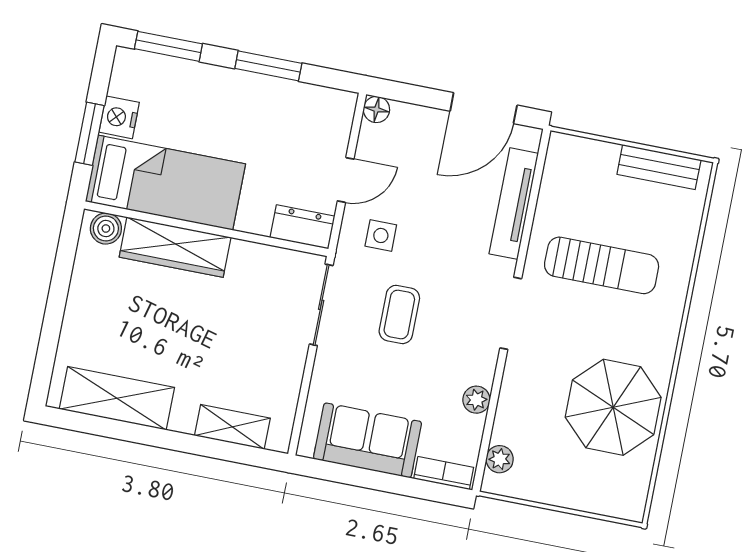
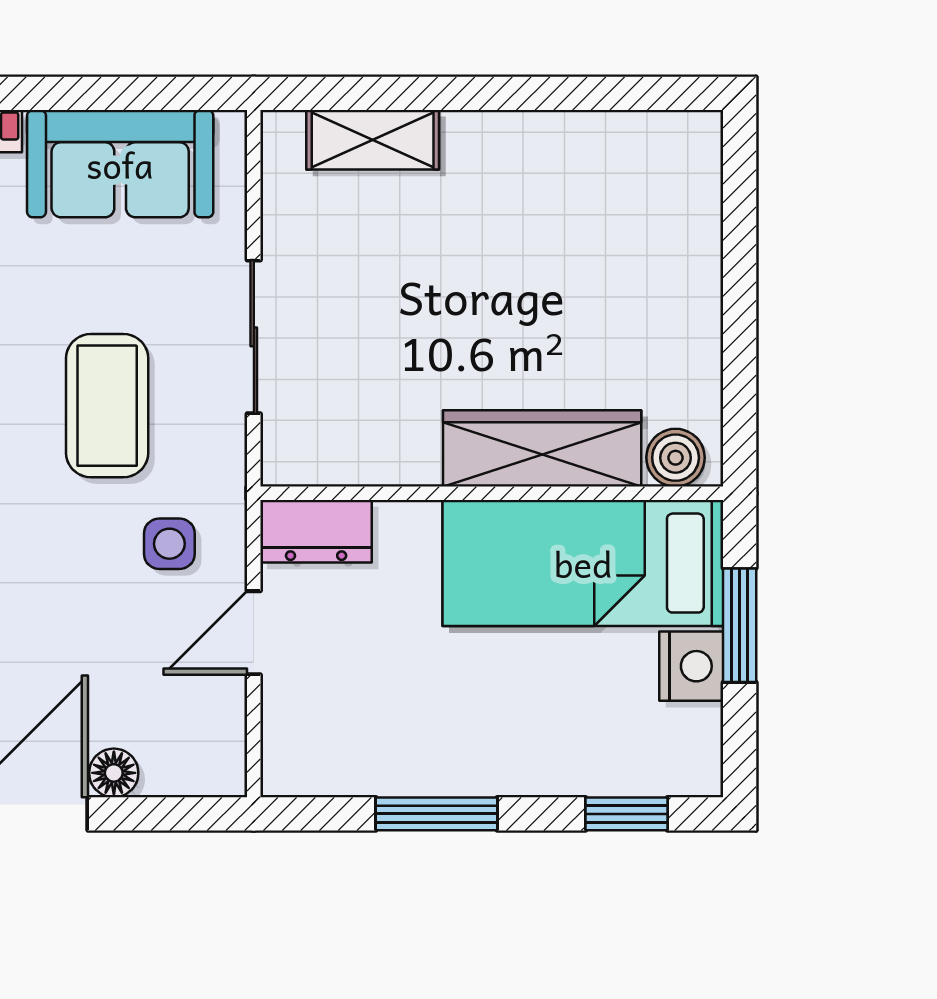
window: (168, 46) -> (626, 814), width x0.67
floor lamp: (376, 109) -> (114, 773), moved
sliding door: (321, 305) -> (254, 337), moved
coffee table: (399, 314) -> (107, 406), width x1.36, depth x1.30
shelving: (117, 398) -> (594, 151), removed

